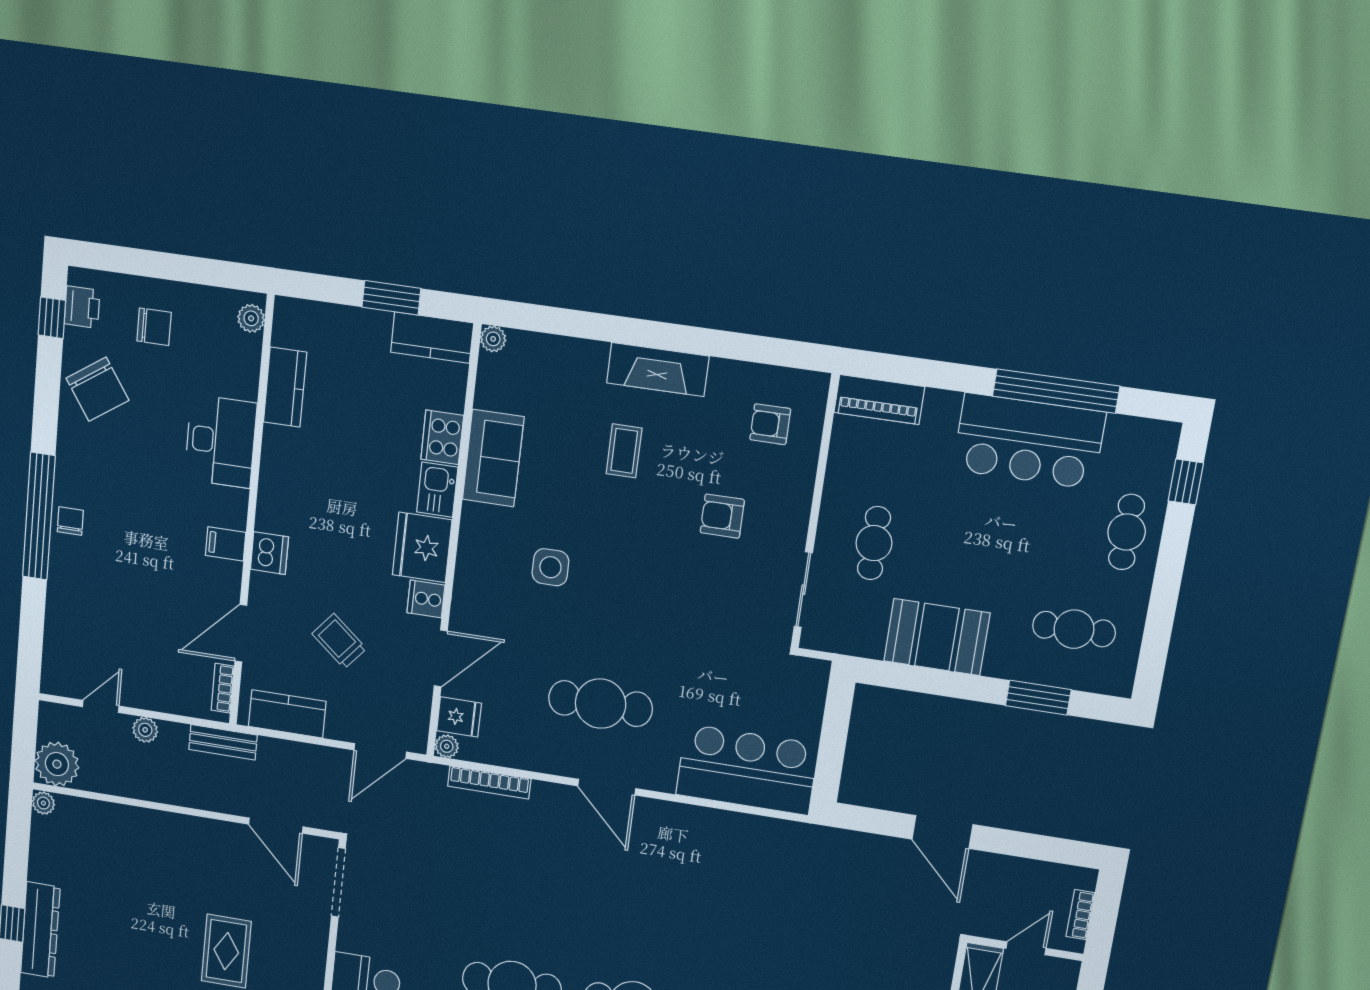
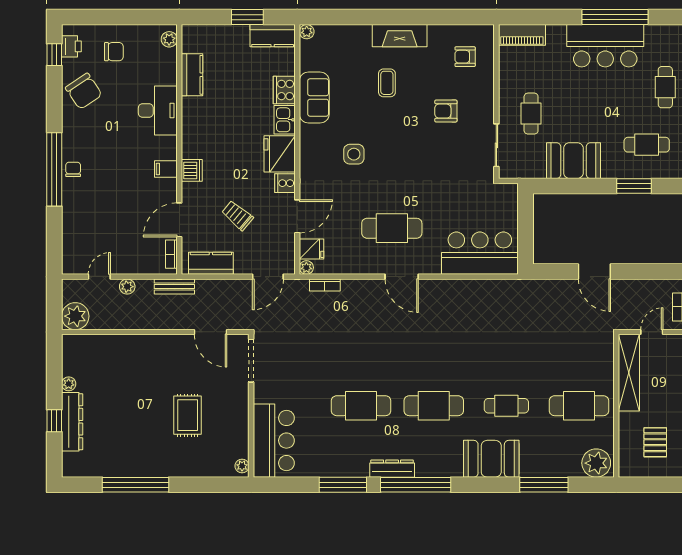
bookcase: (489, 782) -> (325, 285), width x0.64
plant: (43, 803) -> (69, 384), moved

